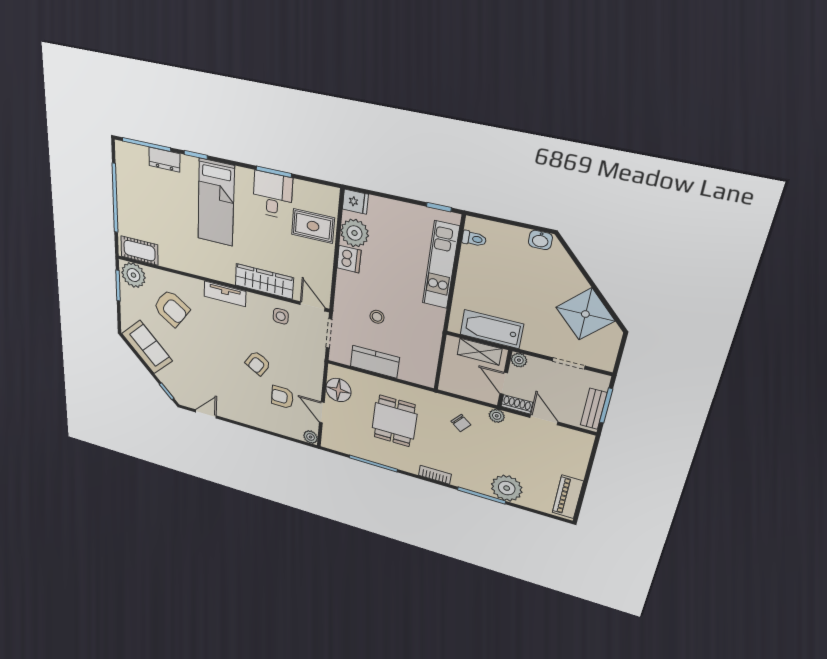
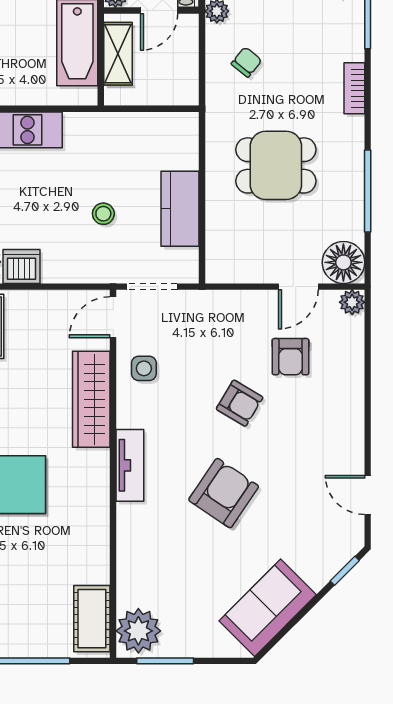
armchair: (171, 308) -> (224, 493), moved
floor lamp: (338, 390) -> (343, 262), moved

